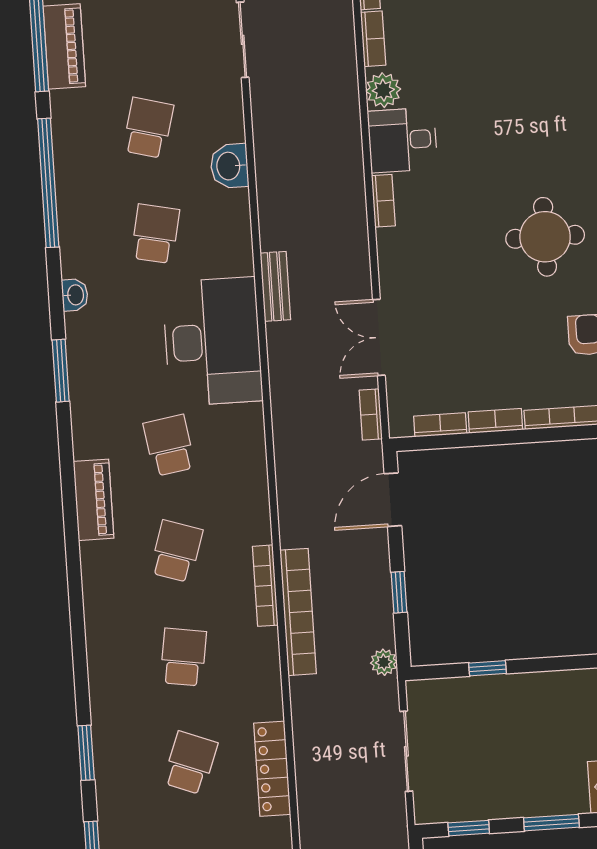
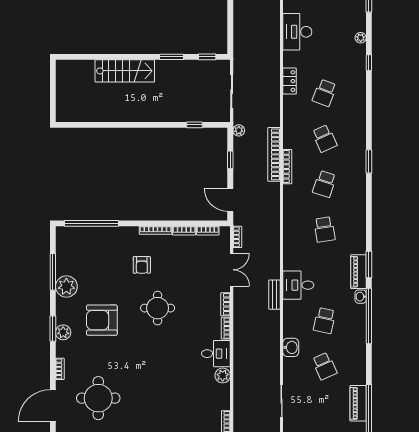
bookcase: (373, 39) -> (226, 304), moved
school desk: (148, 128) -> (324, 366), turned -39
window: (48, 183) -> (369, 316), moved
desk: (213, 342) -> (298, 285), width x0.53, depth x0.77
piano: (94, 500) -> (358, 272), moved
door: (393, 500) -> (230, 200), swing flipped
school desk: (183, 657) -> (324, 138), turned -33
window: (86, 753) -> (369, 161), moved
locker: (272, 769) -> (290, 81), width x0.66

